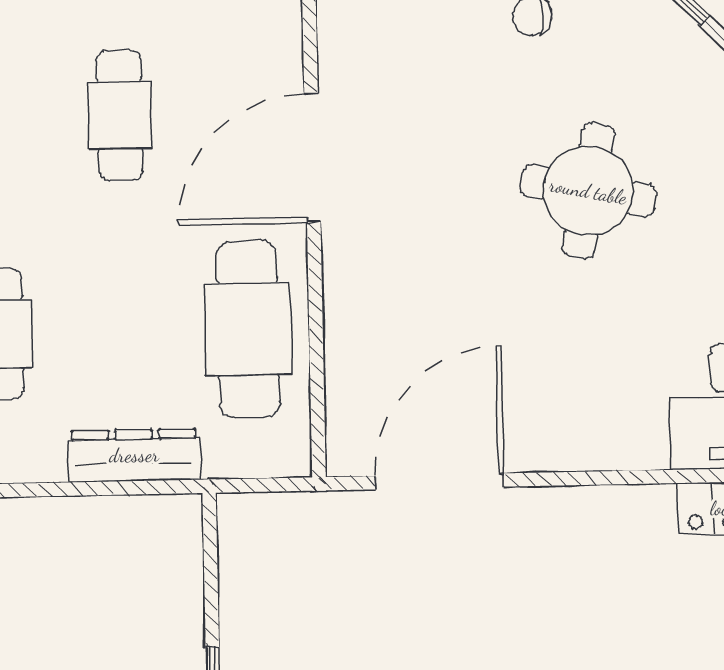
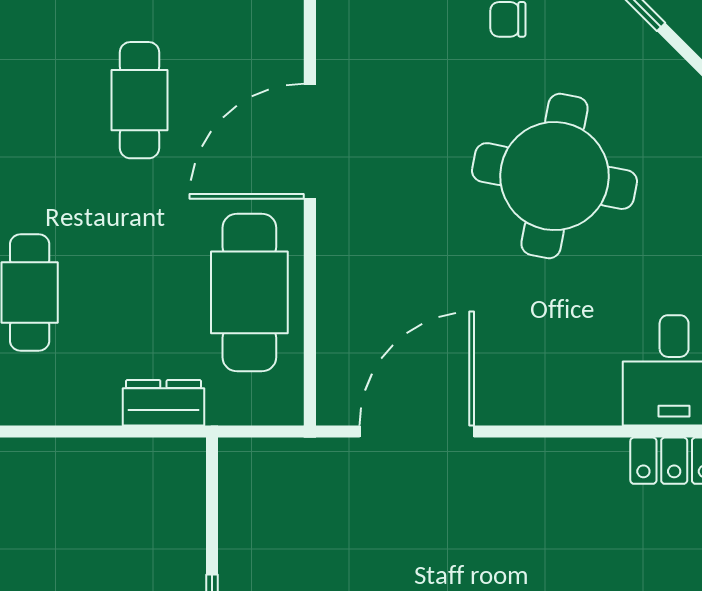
round table: (588, 191) -> (555, 176), width x1.36, depth x1.36
dresser: (134, 455) -> (163, 403), width x0.70

